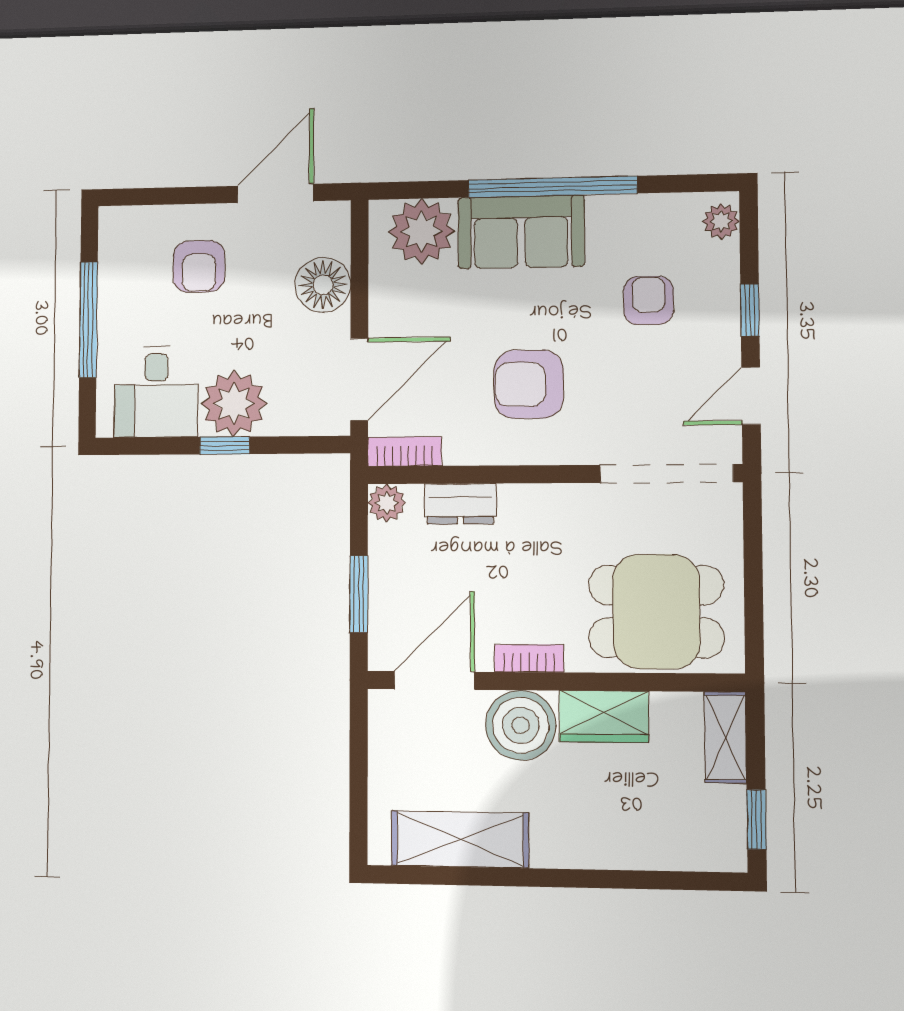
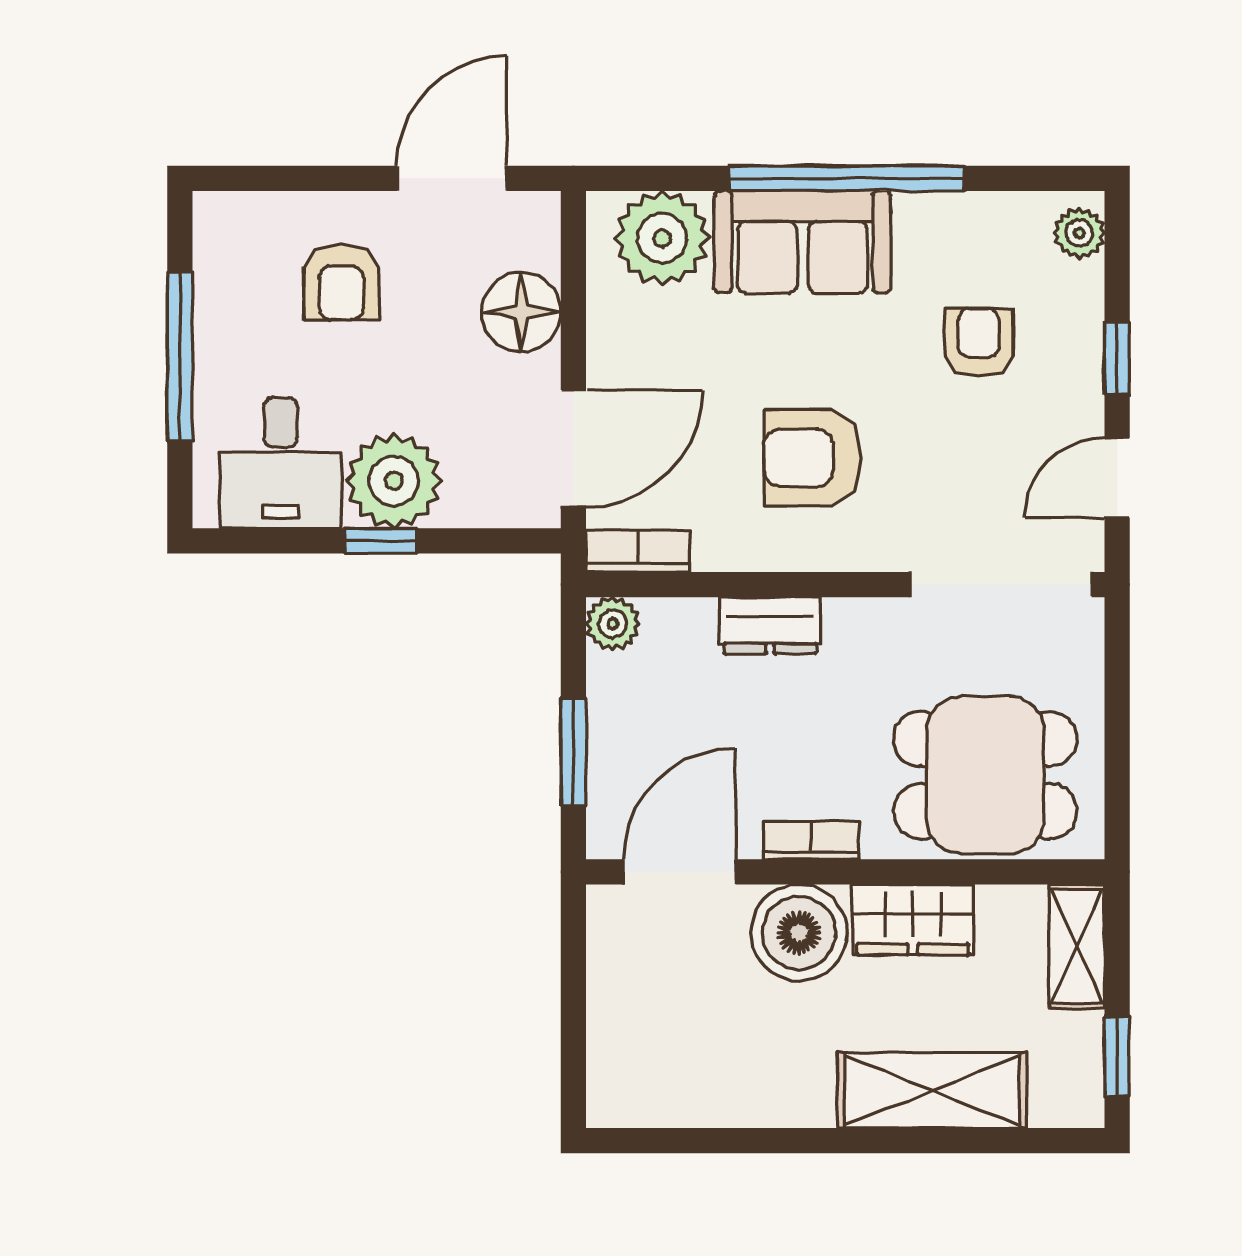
dresser: (460, 504) -> (770, 625), moved
shelving: (460, 839) -> (932, 1090), moved

